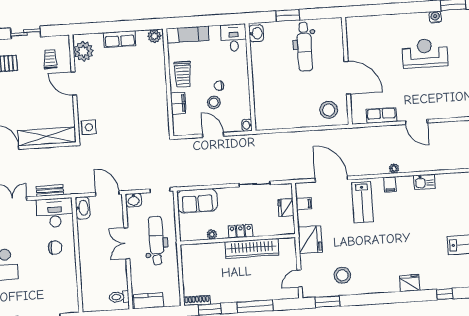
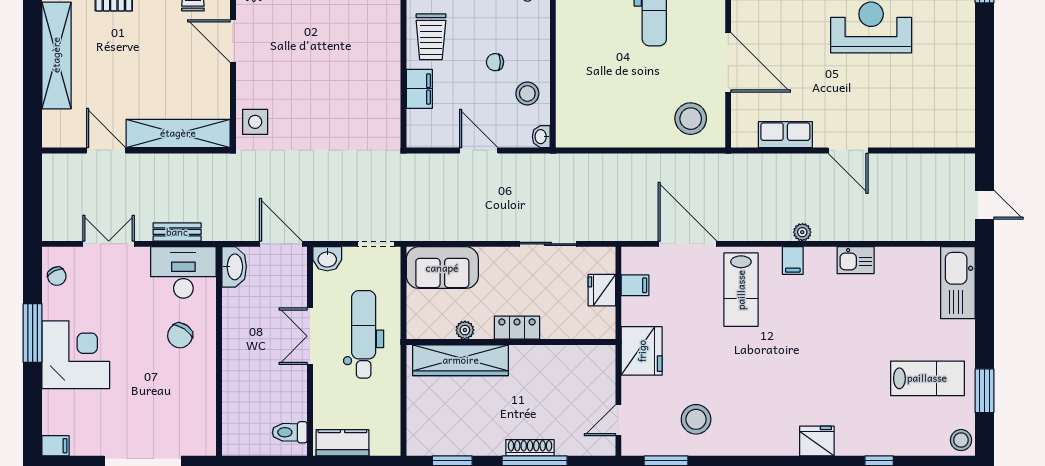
stool: (214, 102) -> (527, 94), moved
chair: (55, 248) -> (180, 335), turned 124
wardrobe: (252, 249) -> (461, 360), moved
shoe rack: (197, 300) -> (530, 448), moved

